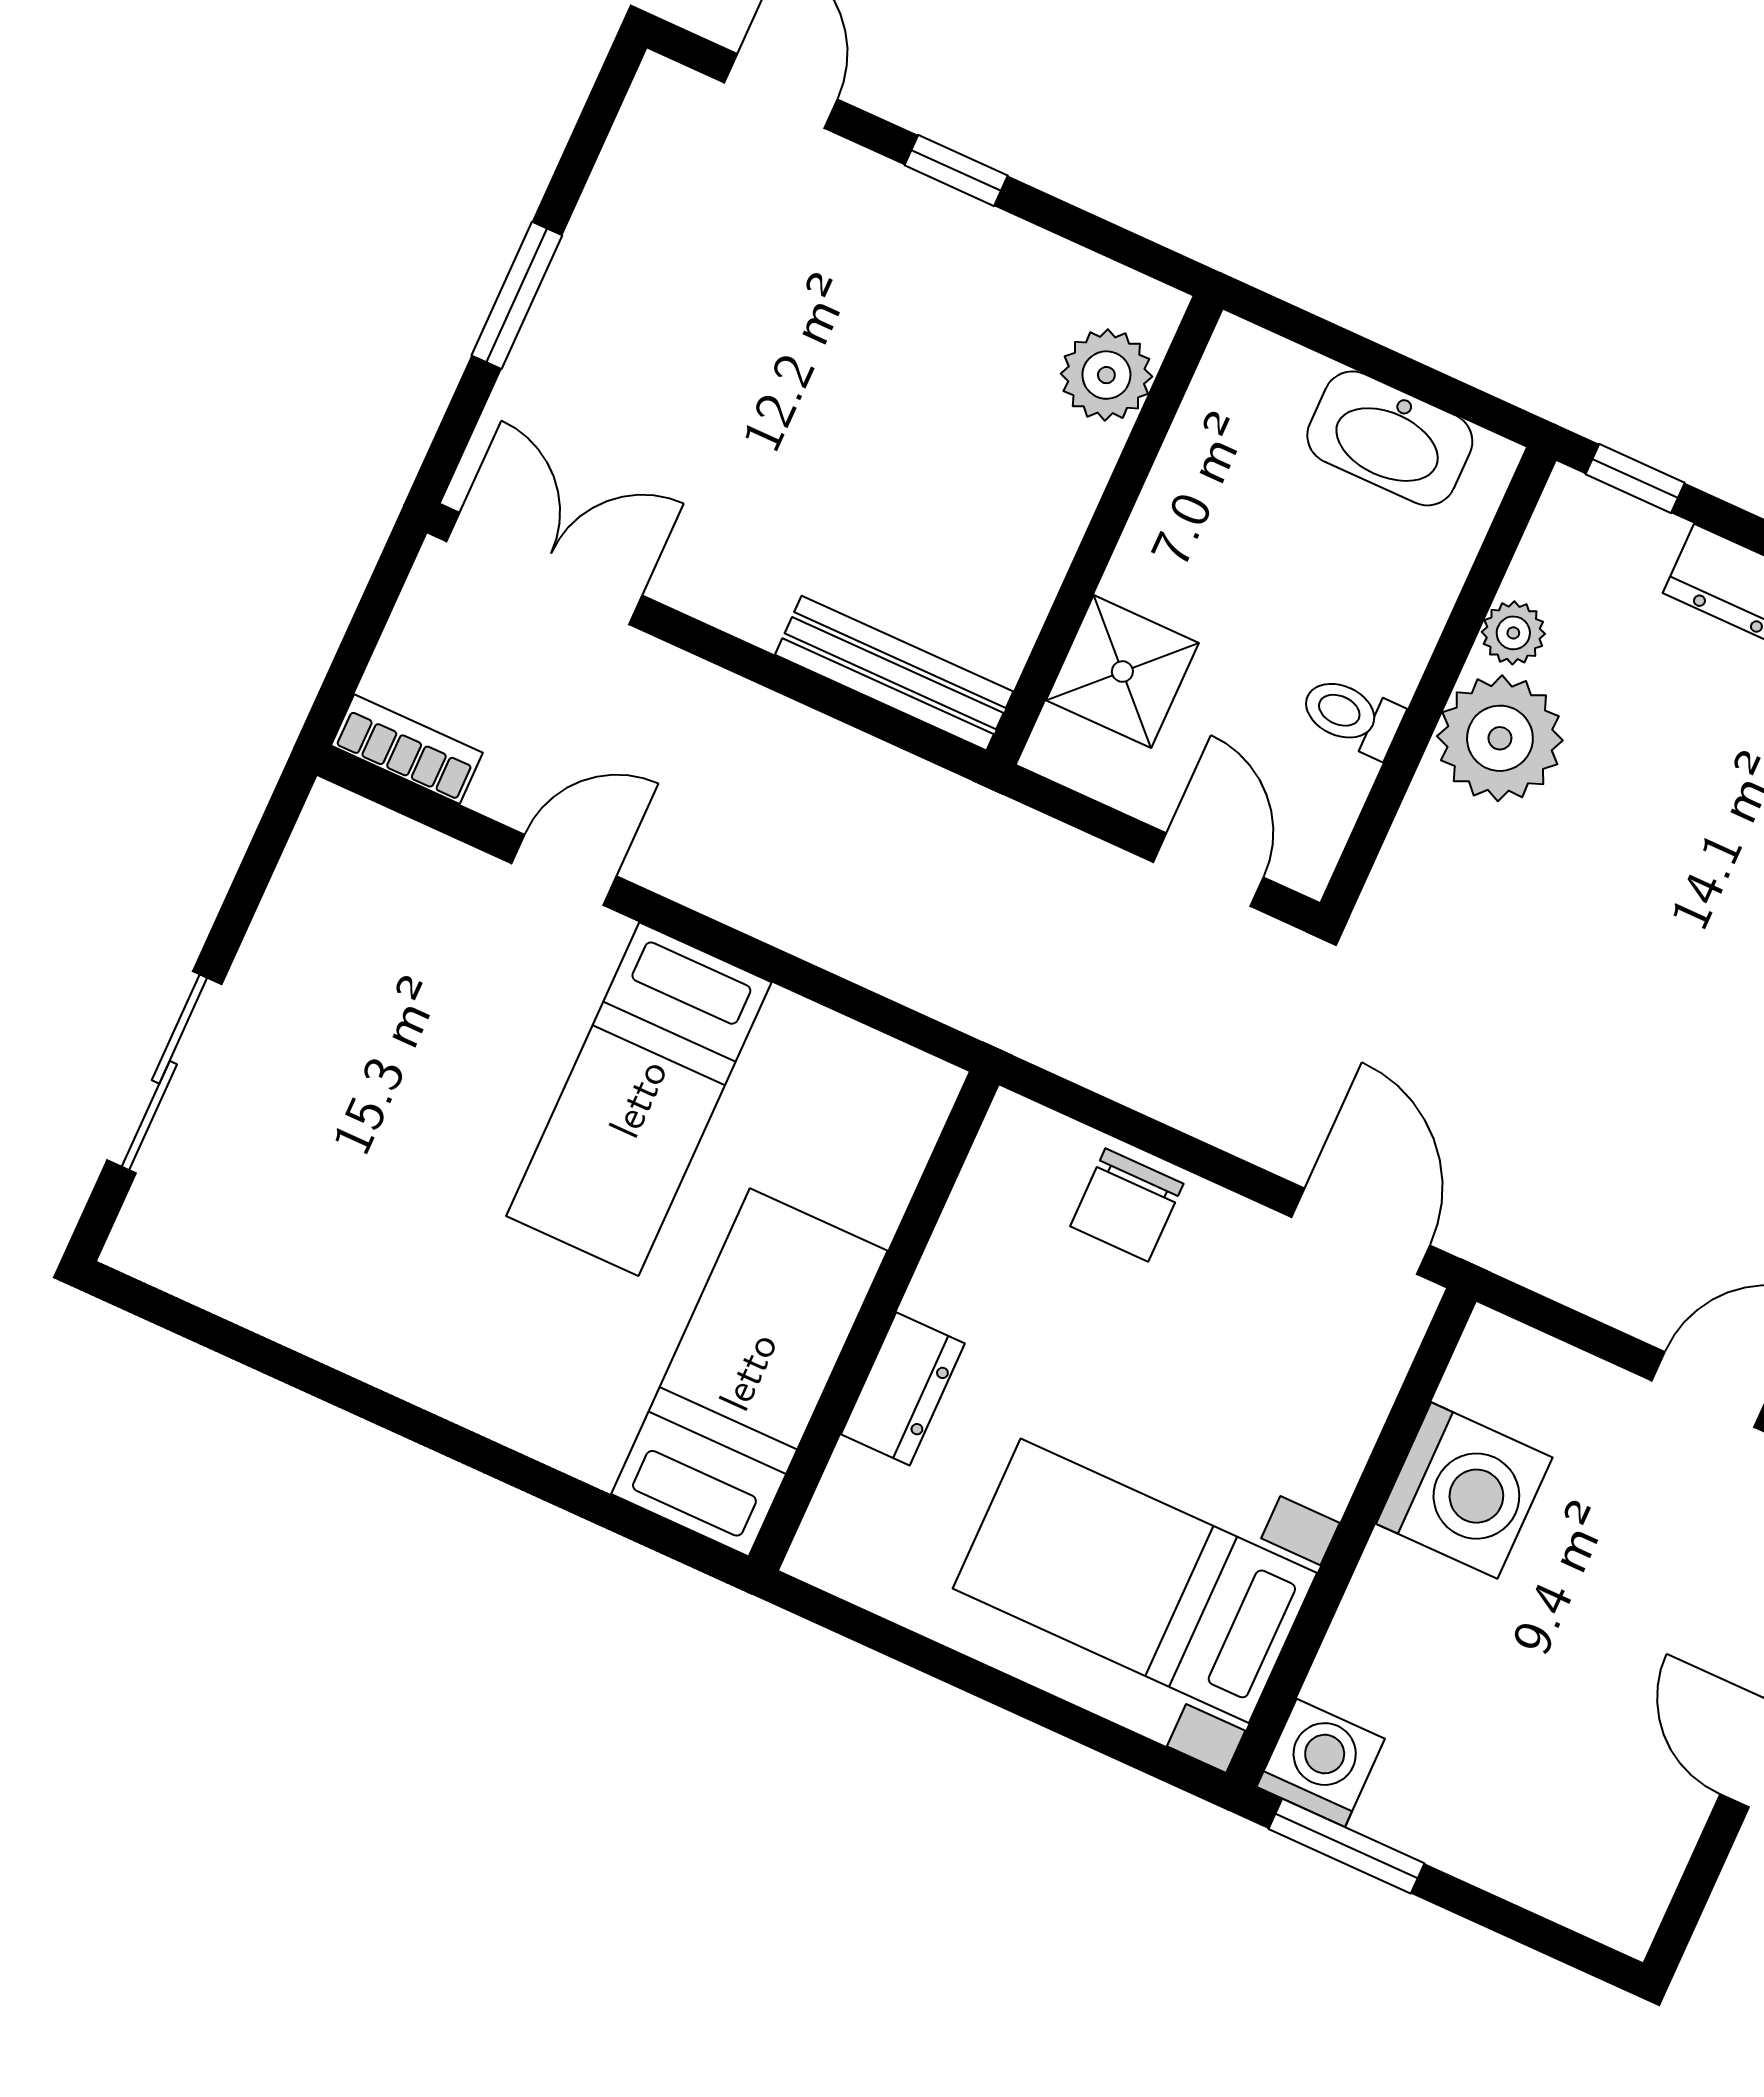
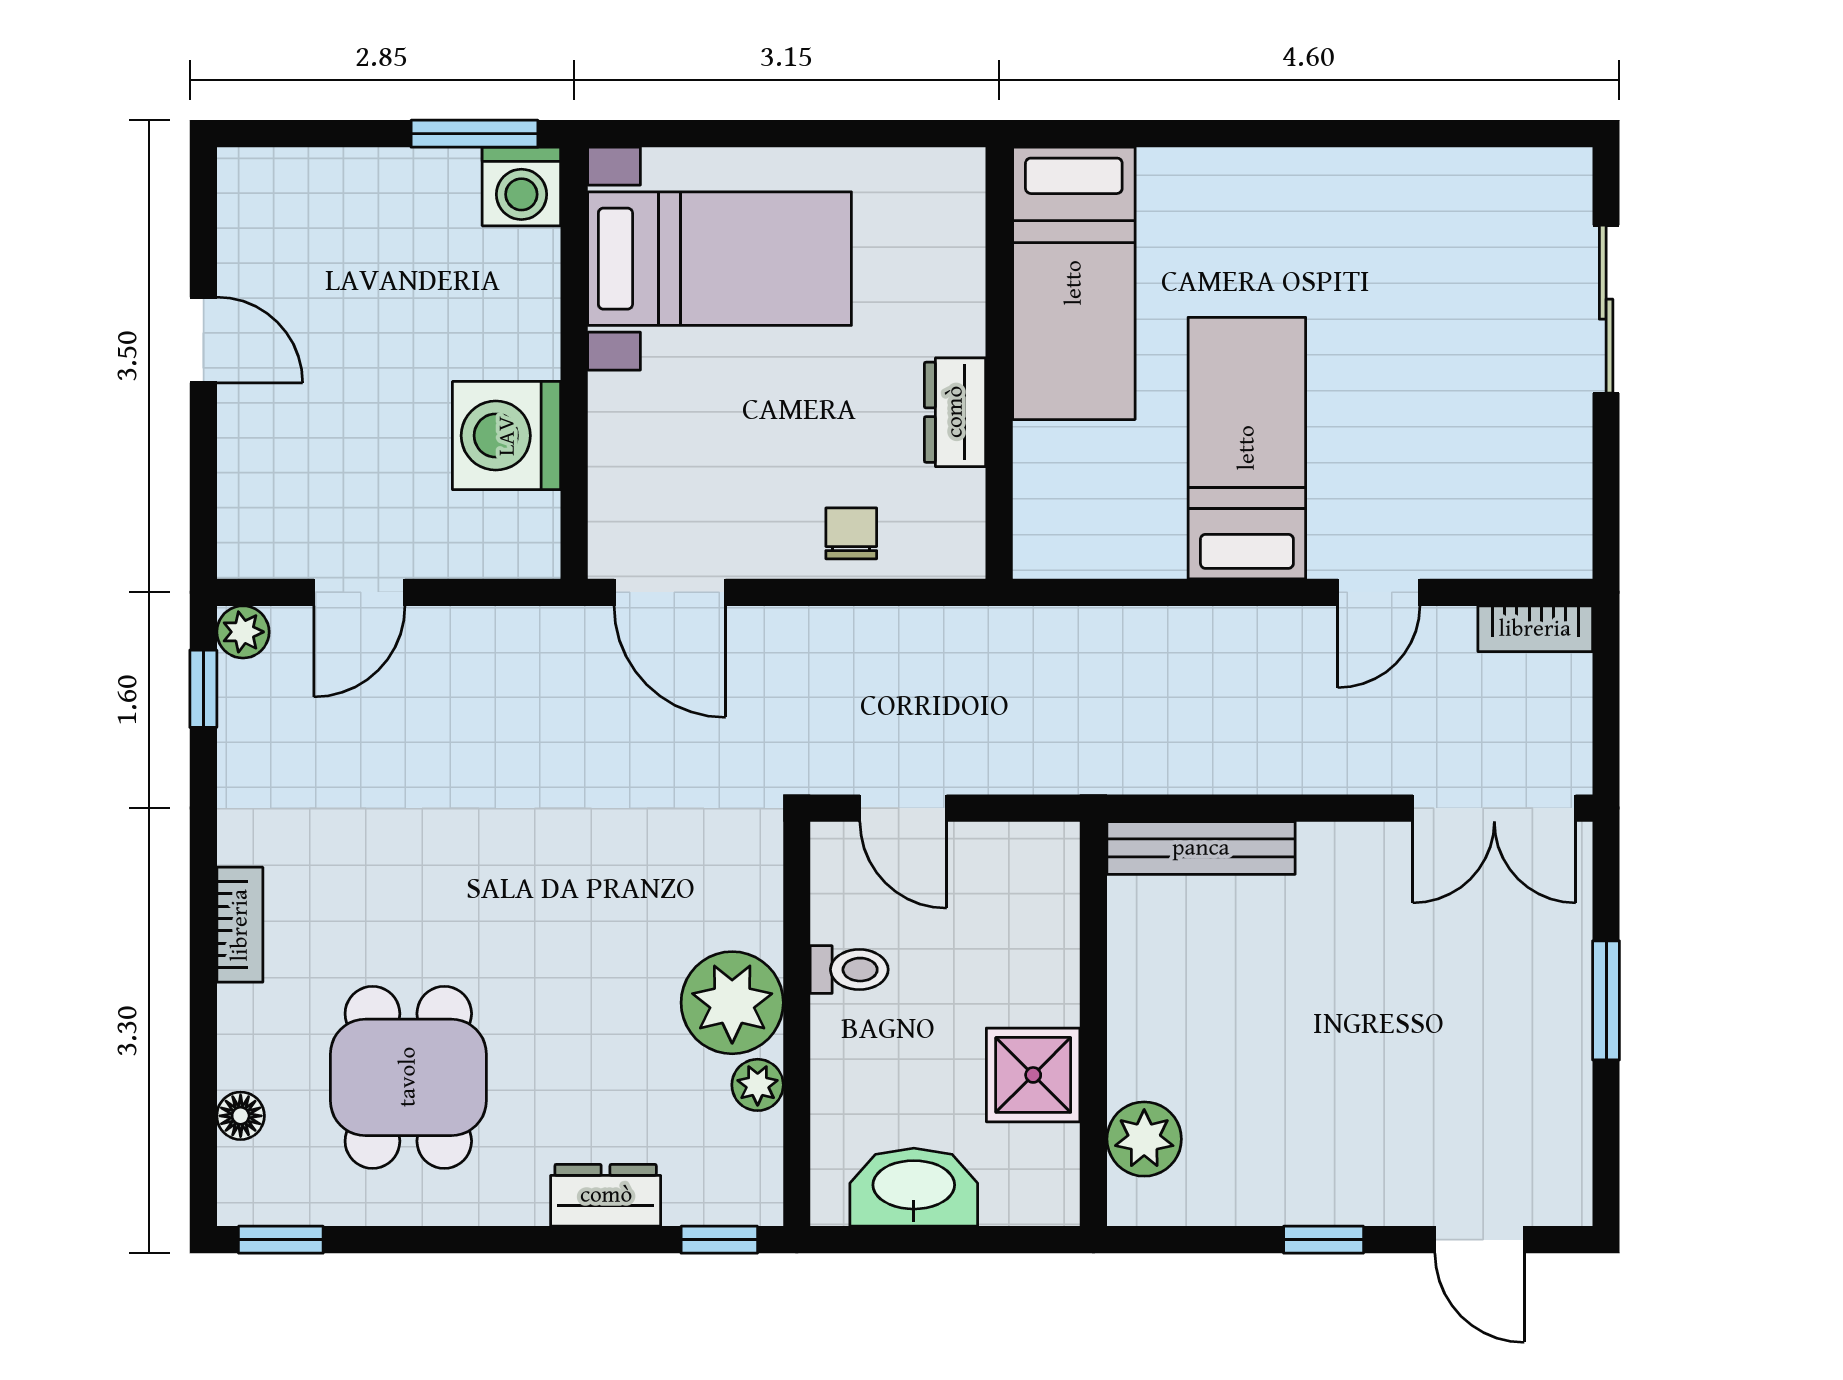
shower: (1122, 672) -> (1033, 1075), moved
chair: (1127, 1205) -> (851, 533), width x0.73, depth x0.73
dresser: (903, 1389) -> (955, 412), moved

